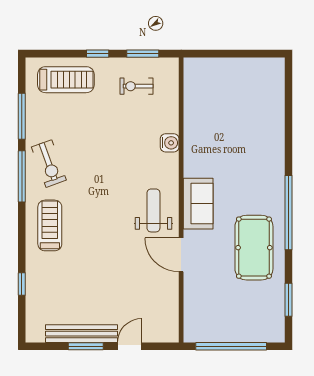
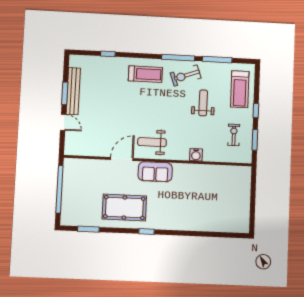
weight bench: (90, 135) -> (203, 103), added
weight bench: (153, 210) -> (152, 142), turned 180
window: (288, 213) -> (146, 232), width x0.32

